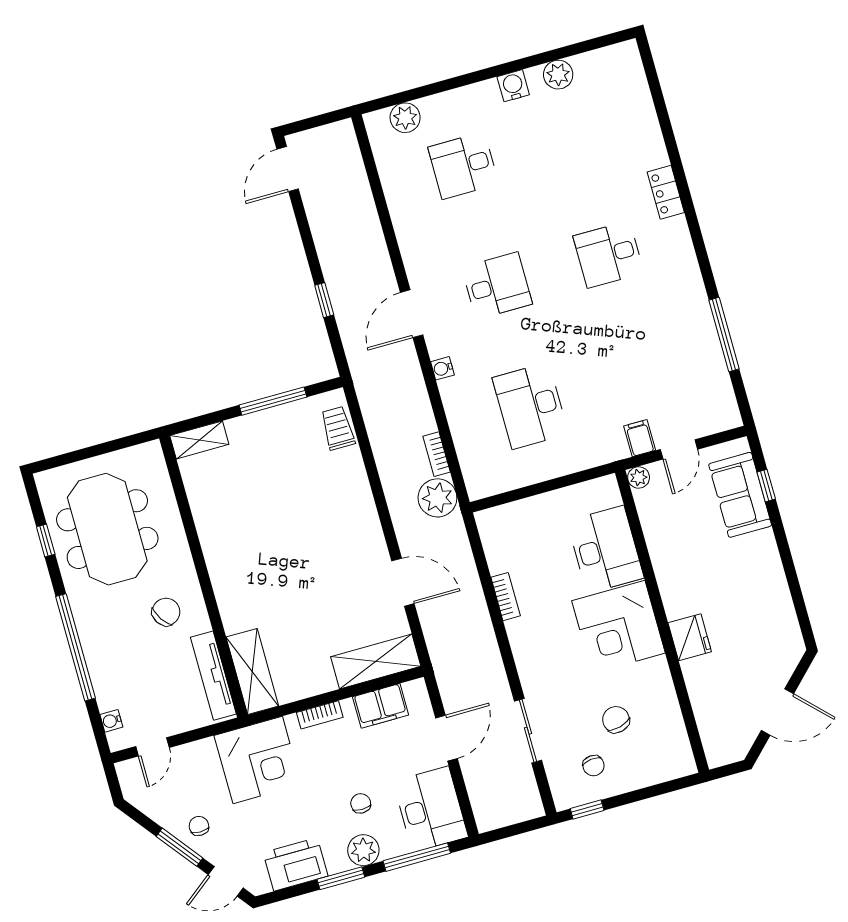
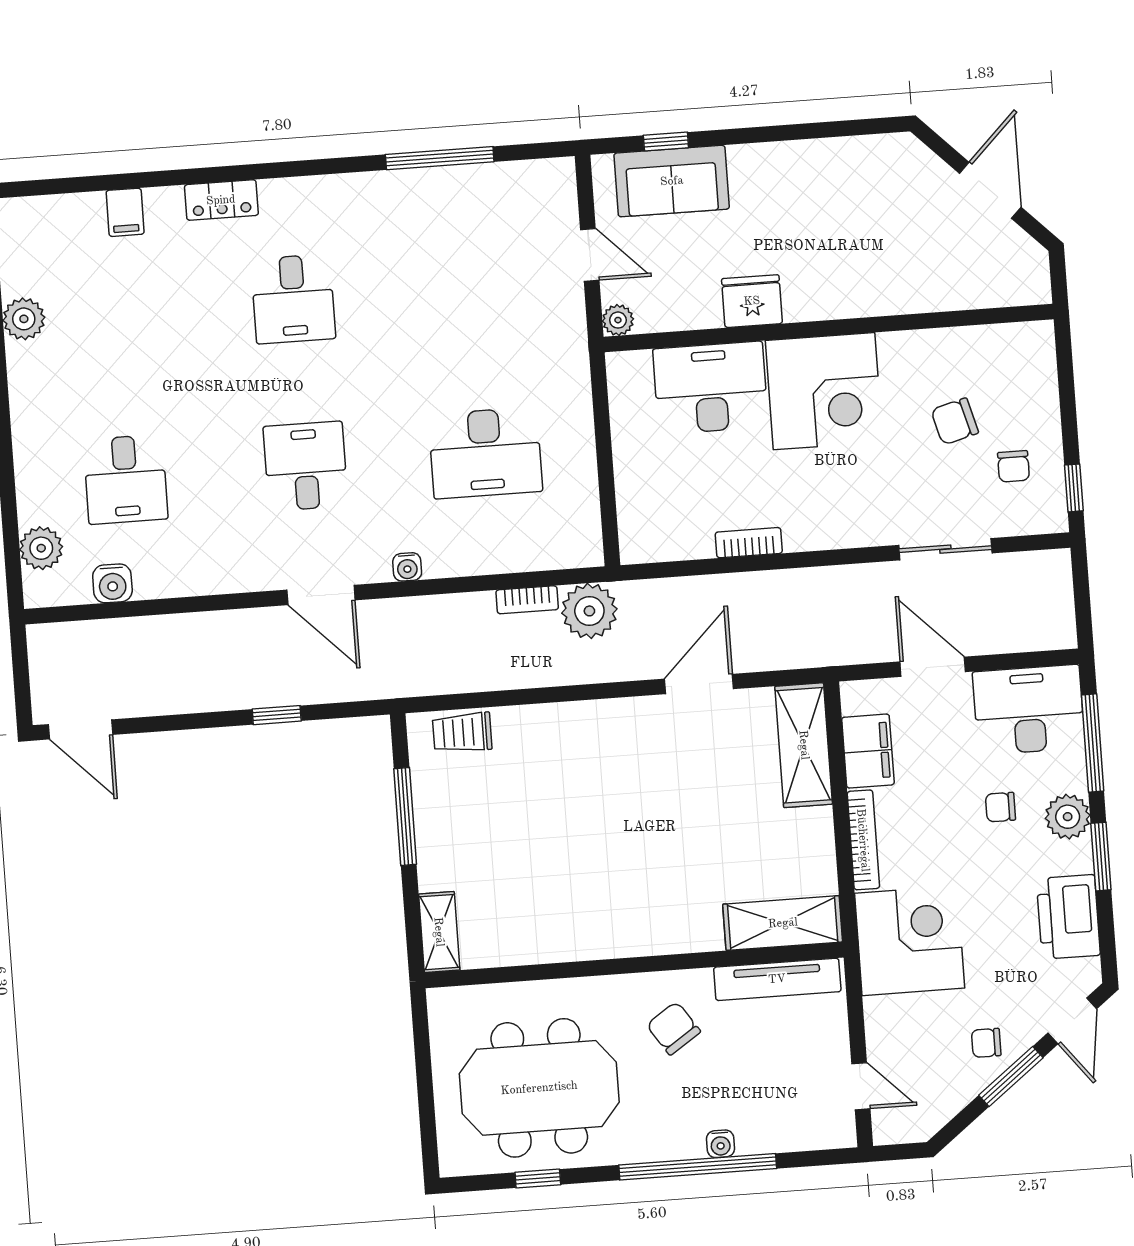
water cooler: (513, 86) -> (112, 583), moved, turned -90
filing cabinet: (640, 438) -> (125, 212), moved, turned -90
fridge: (690, 637) -> (752, 301), moved
bookcase: (320, 715) -> (863, 840), width x1.56
water cooler: (111, 721) -> (720, 1144), moved
chair: (593, 766) -> (1013, 466), turned 97

